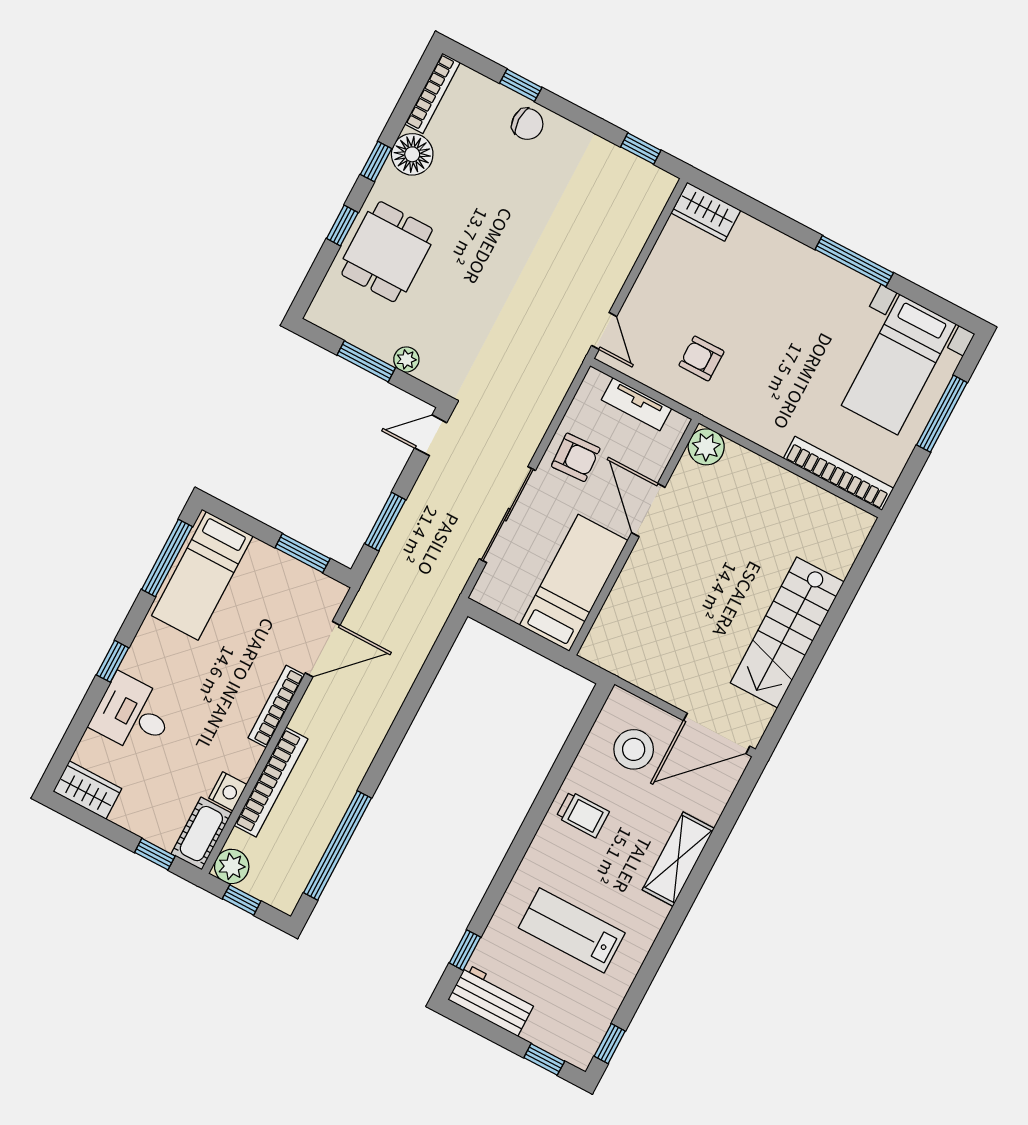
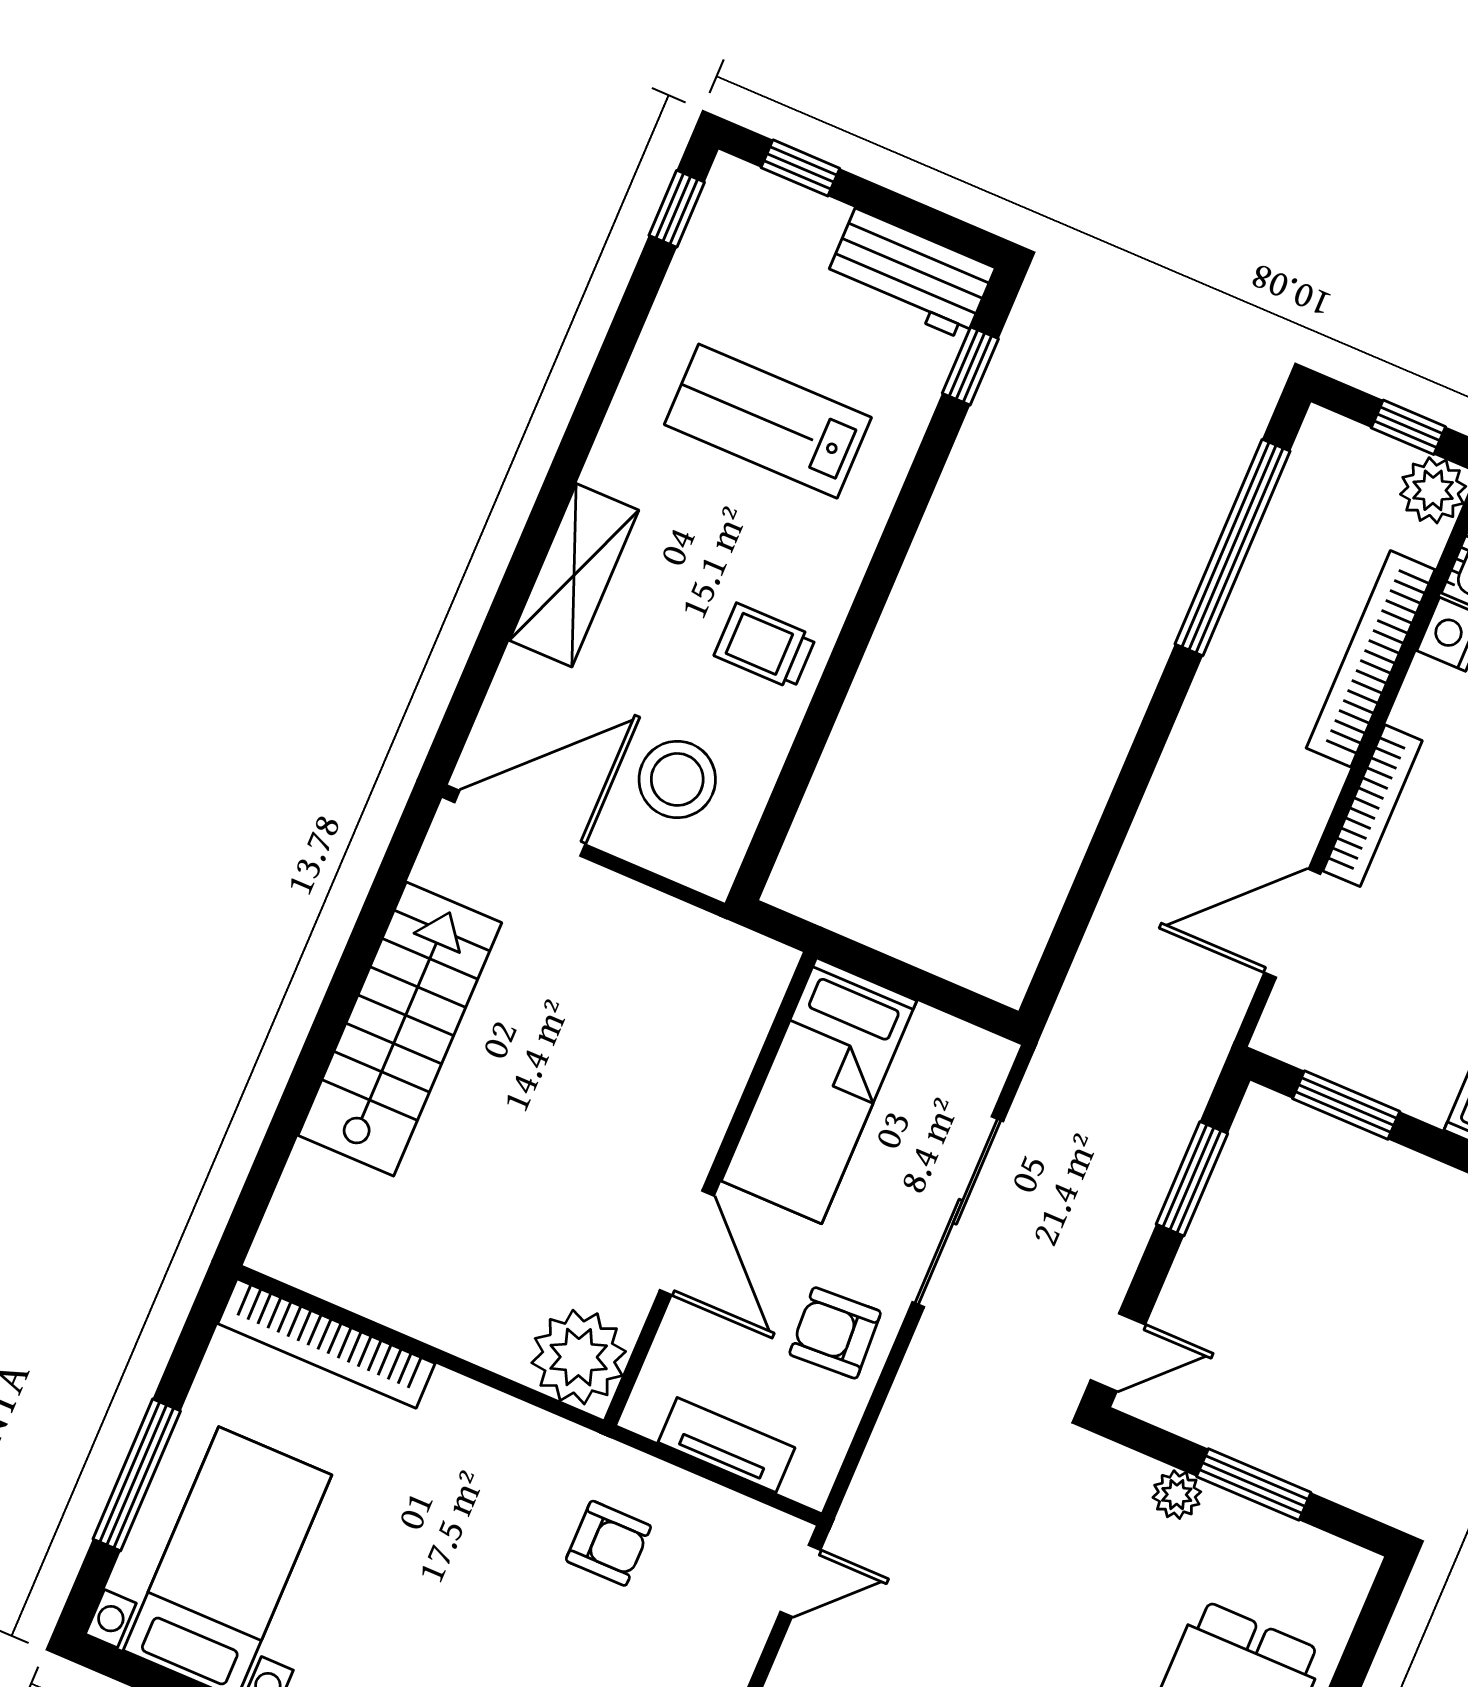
door: (604, 331) -> (800, 1581), swing flipped
plant: (706, 447) -> (579, 1357), width x1.36, depth x1.36
lab bench: (572, 930) -> (768, 421), turned 180

